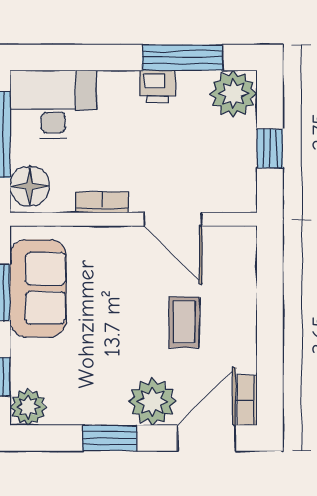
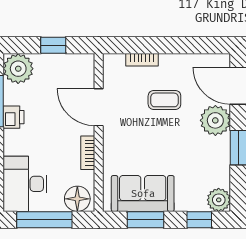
door: (173, 219) -> (99, 107), swing flipped
bookcase: (247, 400) -> (142, 60), moved

